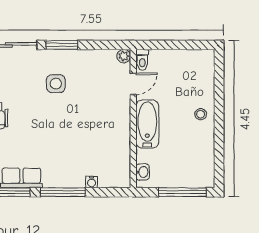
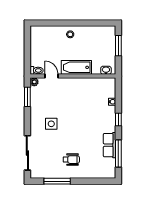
window: (62, 45) -> (27, 97), moved
window: (63, 192) -> (118, 120), width x0.46
window: (182, 192) -> (118, 46), width x0.69

